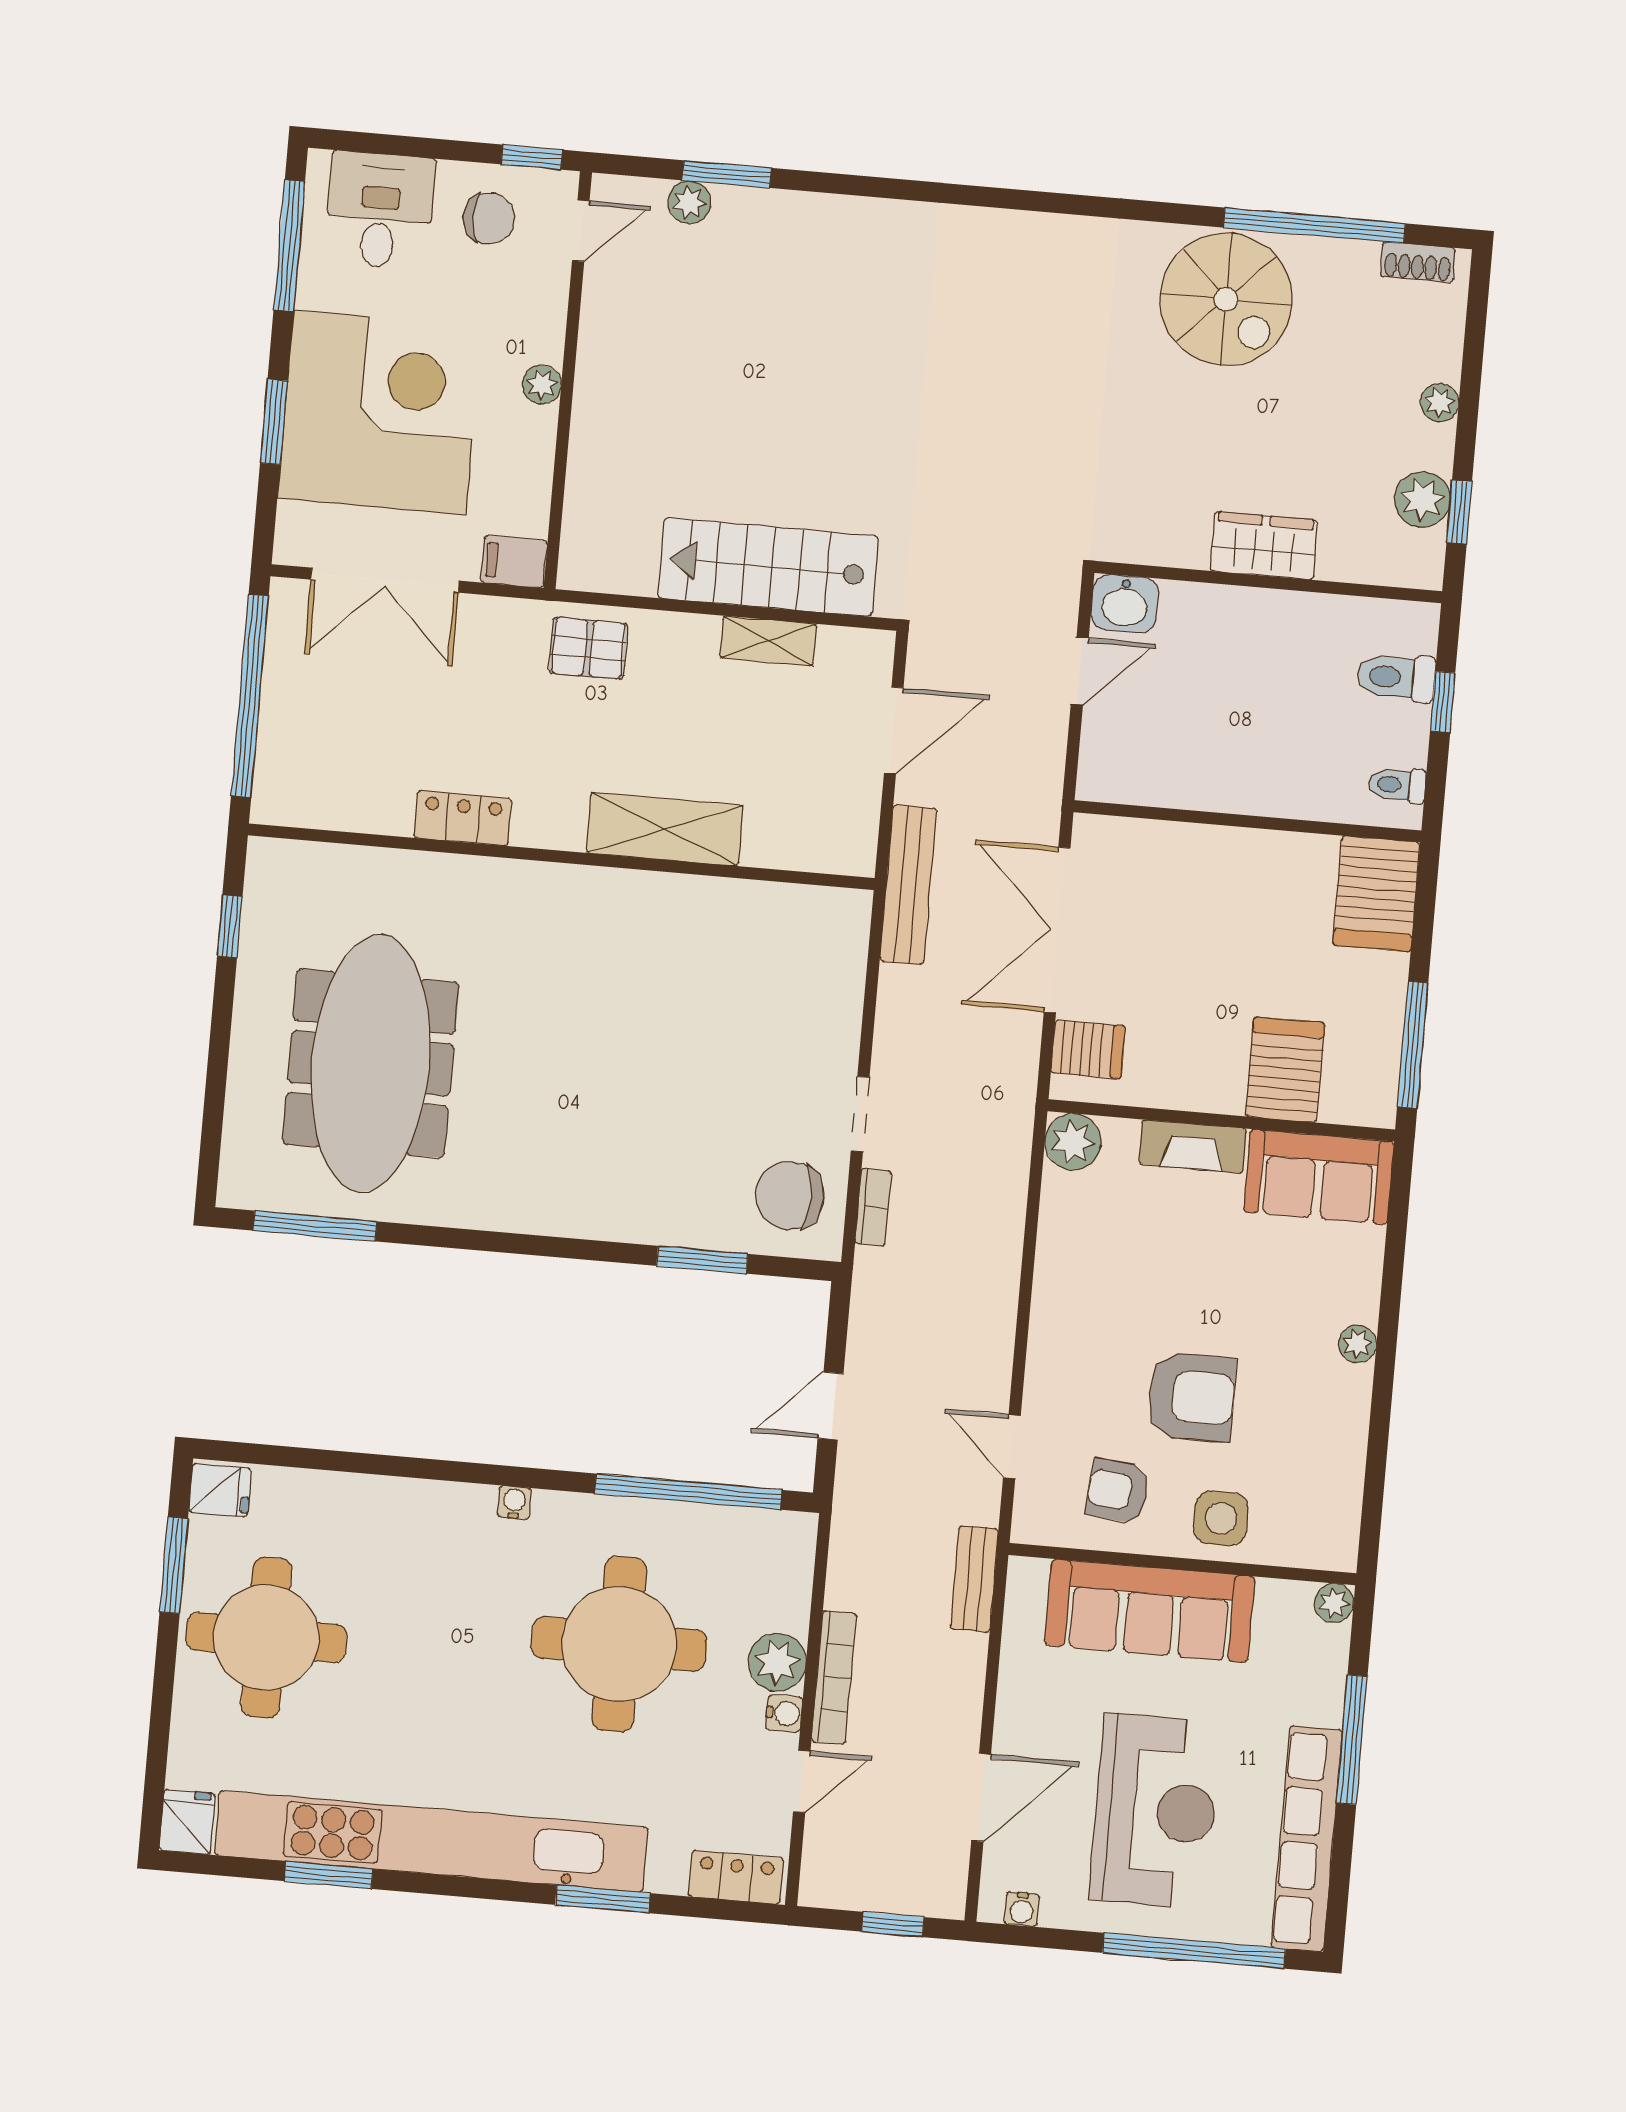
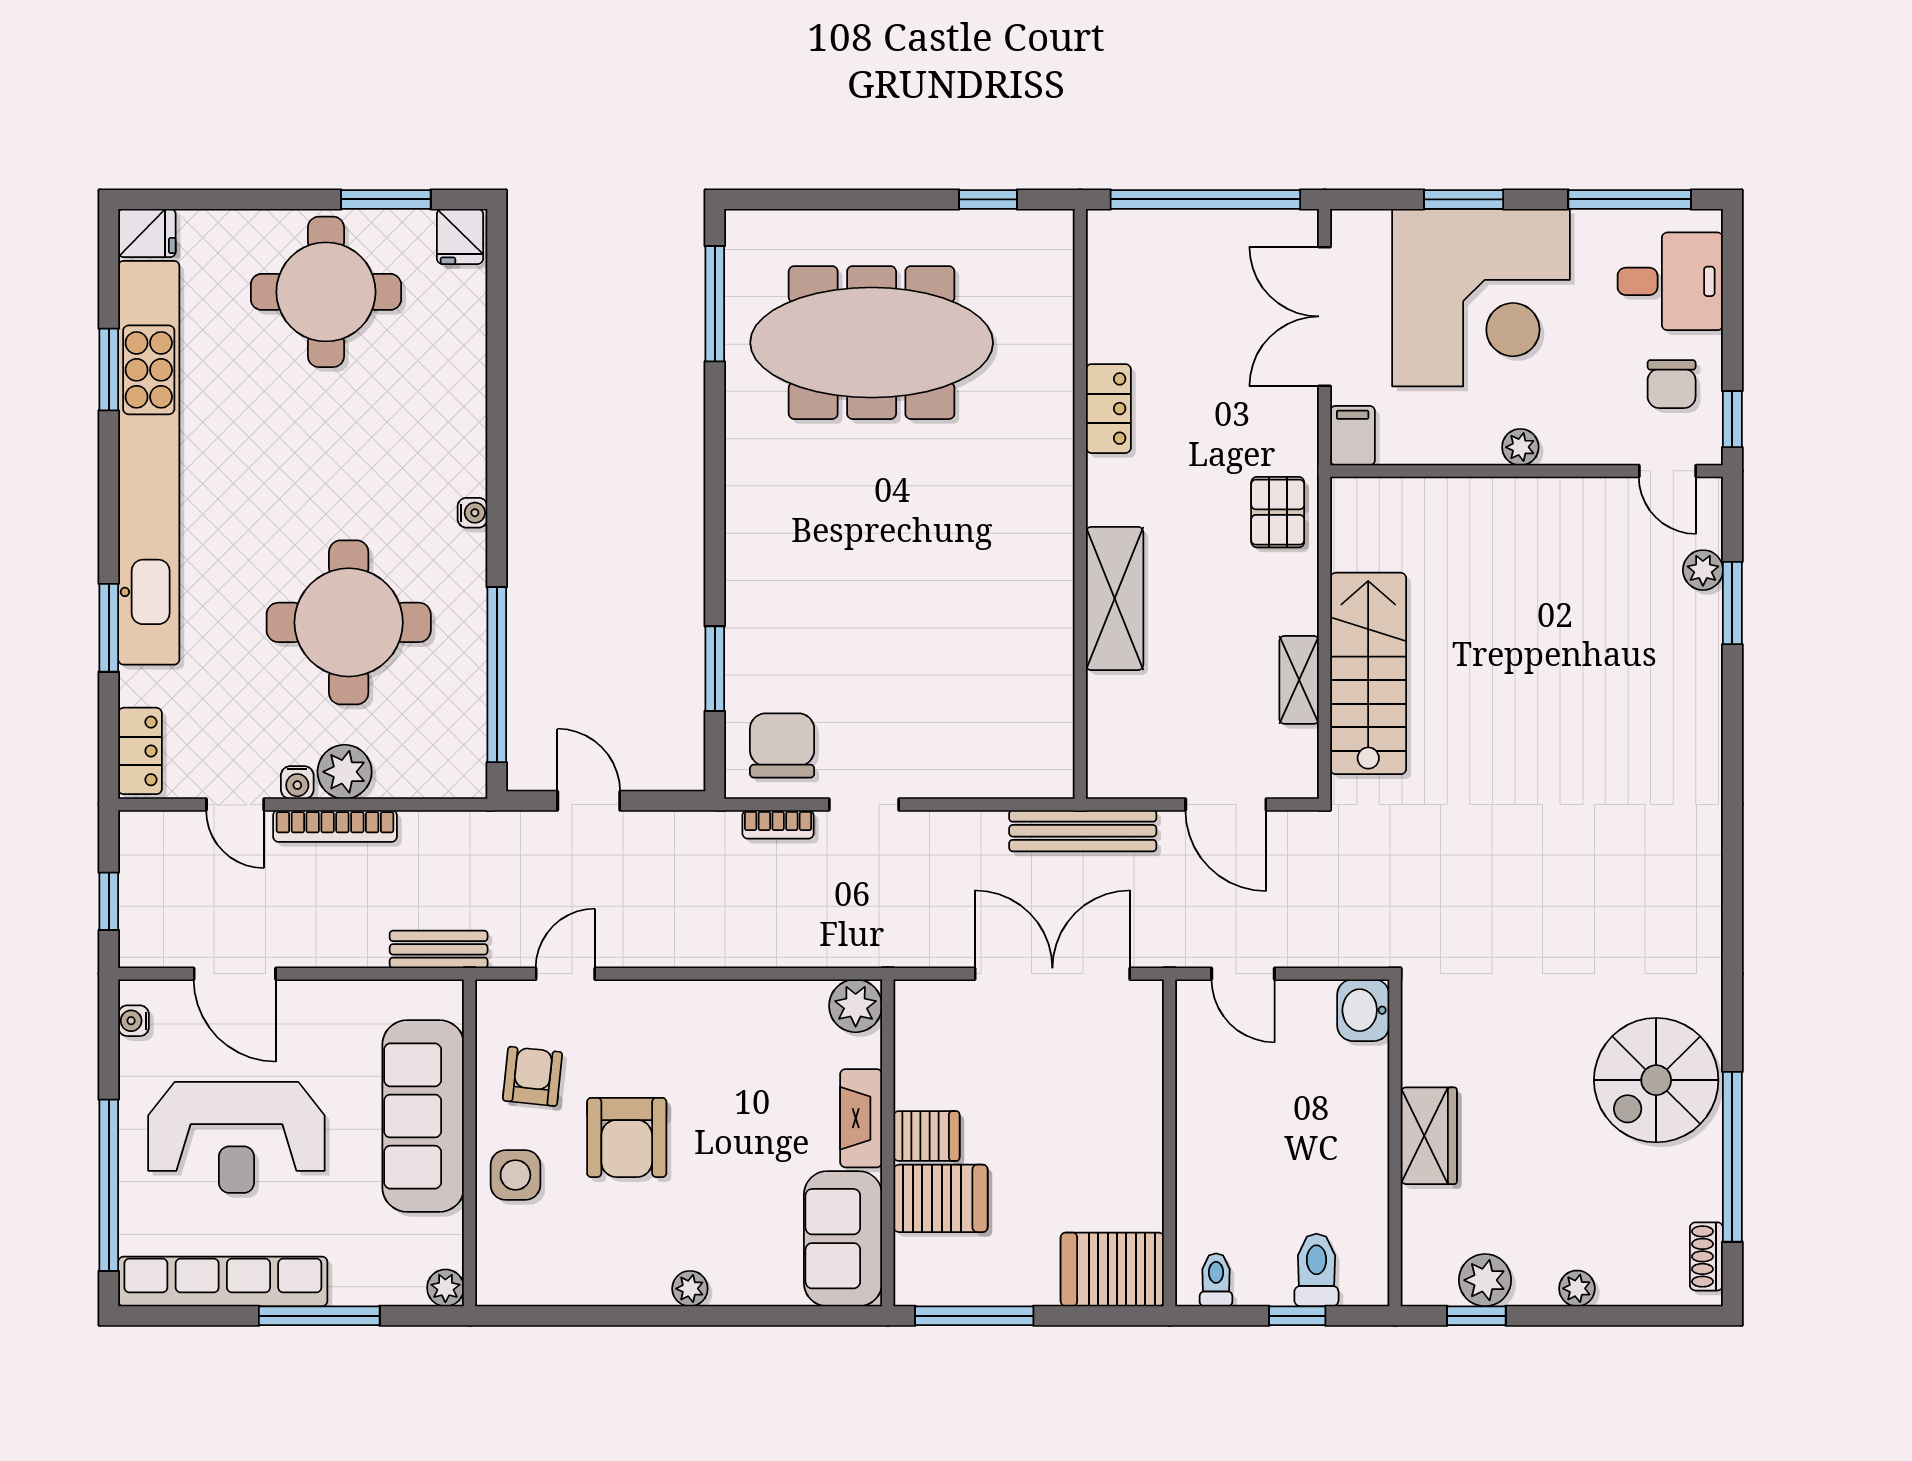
door: (1080, 671) -> (1243, 974), moved
server rack: (1088, 1049) -> (926, 1136), moved, turned -90

